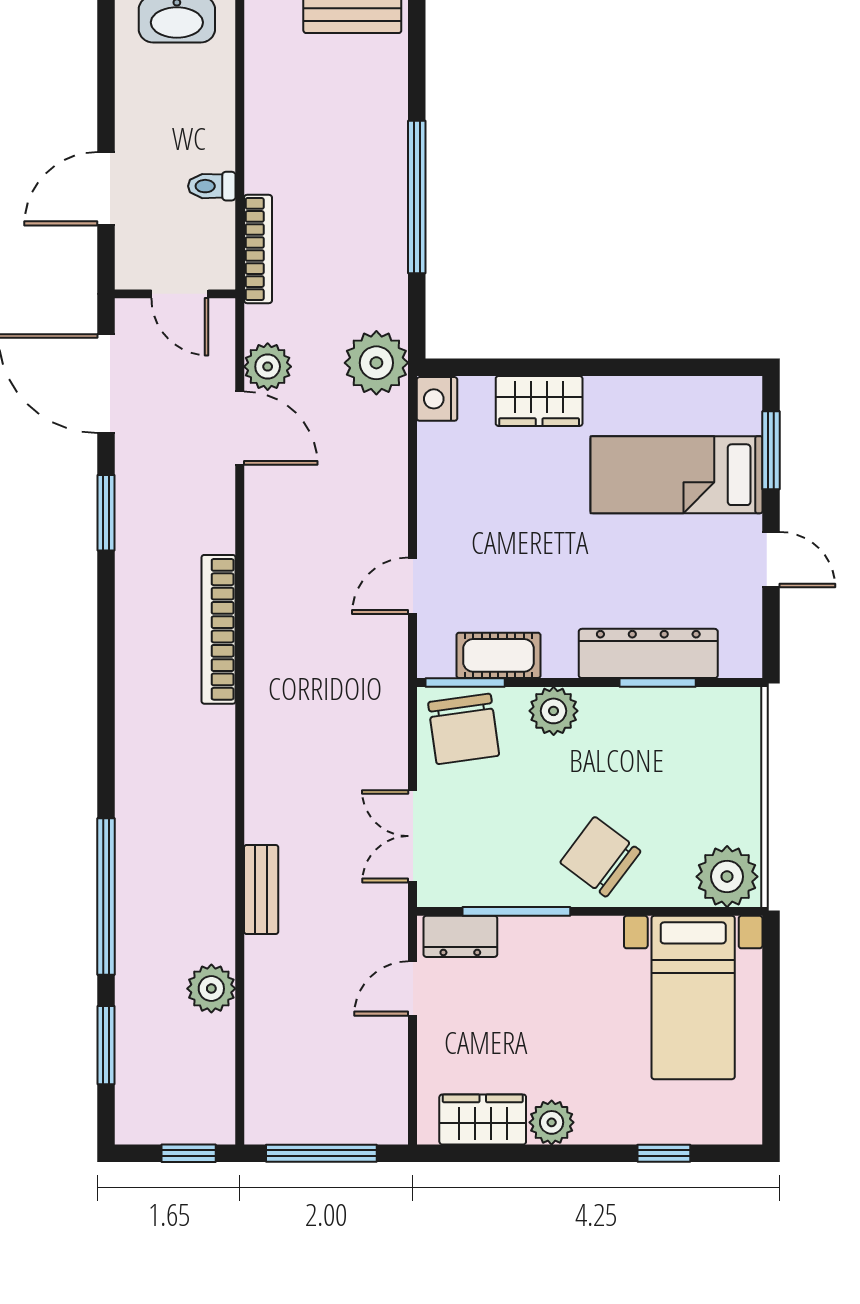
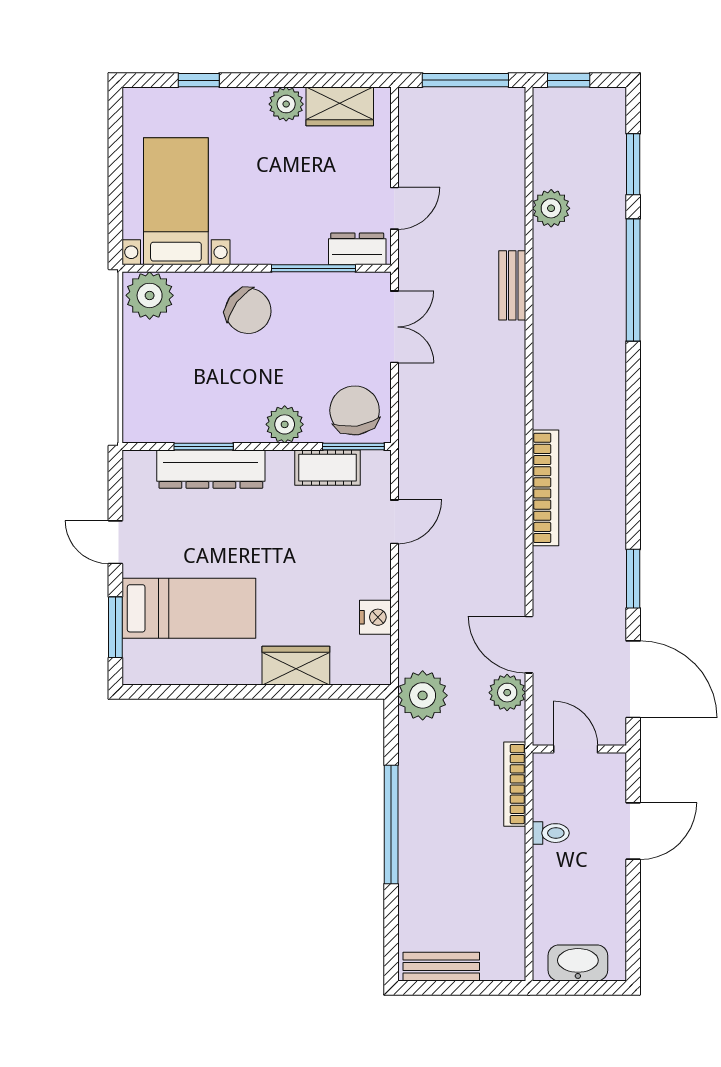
nightstand: (437, 399) -> (375, 617), moved

